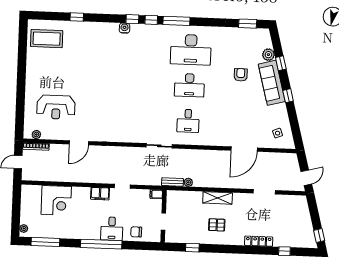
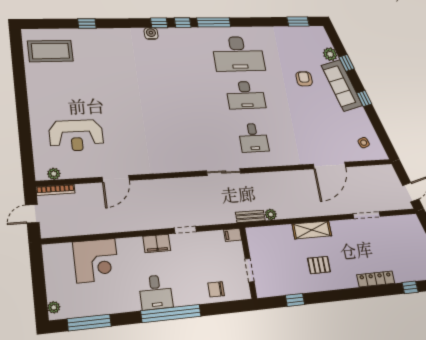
desk: (112, 229) -> (156, 292), moved

